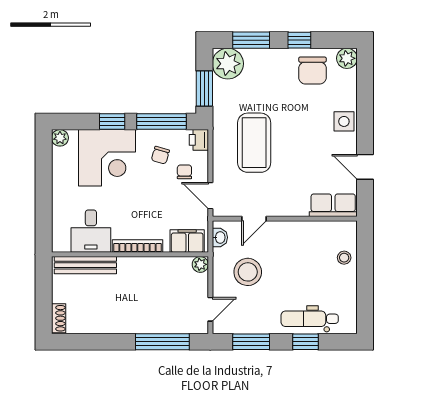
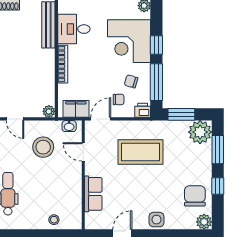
chair: (312, 70) -> (195, 196), turned 90
row of seats: (333, 205) -> (93, 194), moved
filing cabinet: (187, 241) -> (76, 109), moved, turned -90

